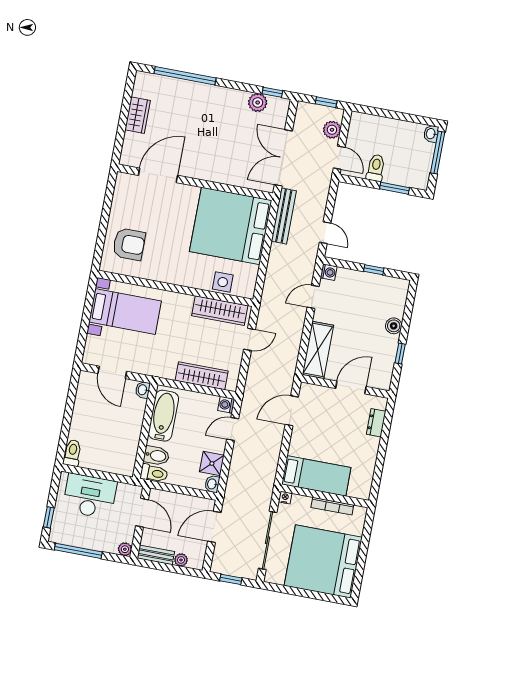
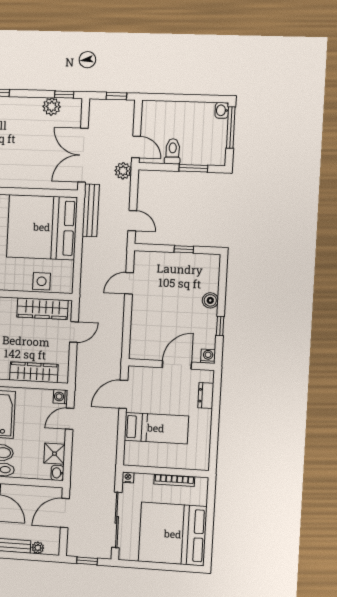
plant: (332, 130) -> (123, 171), moved
washing machine: (329, 272) -> (208, 356), moved, turned -90
shelving: (318, 350) -> (140, 333), removed
bed: (316, 476) -> (156, 428), moved

